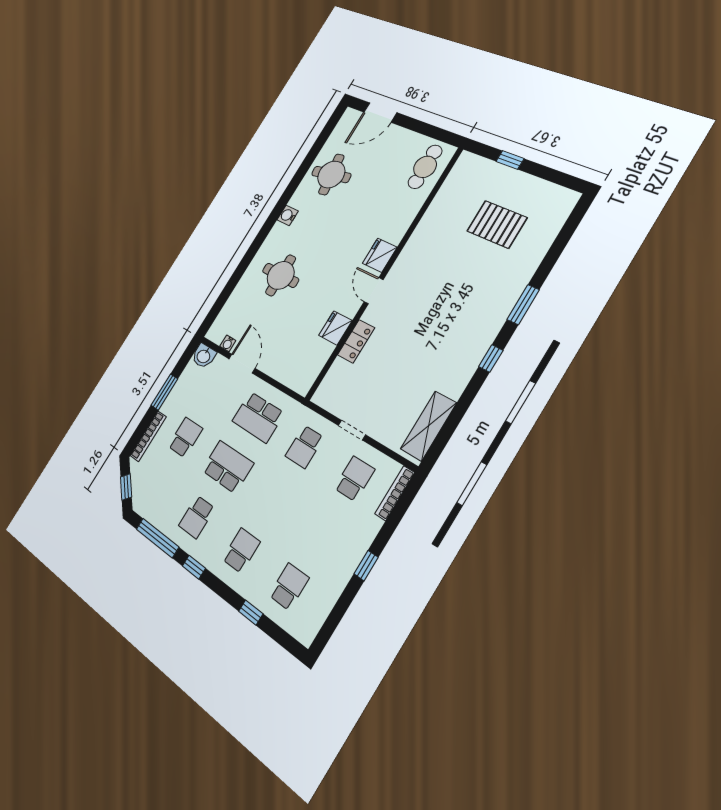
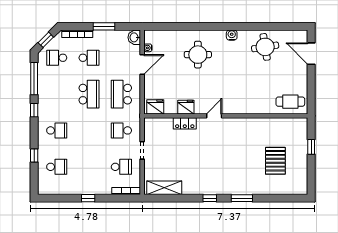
fridge: (380, 255) -> (155, 107), moved
school desk: (197, 517) -> (57, 58), moved

